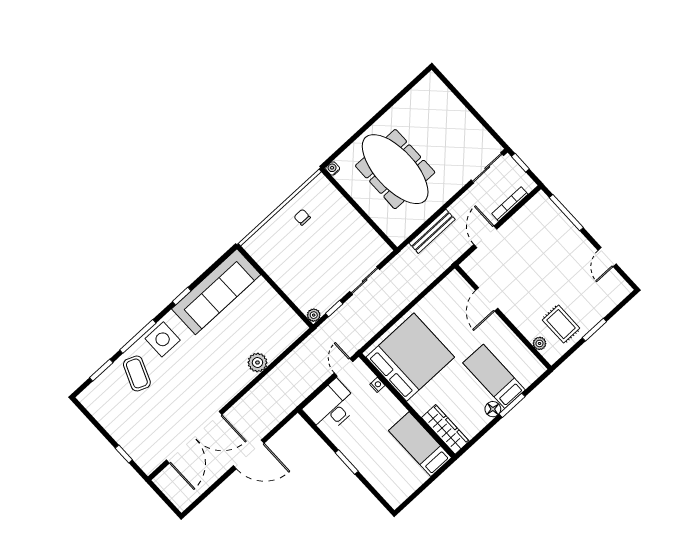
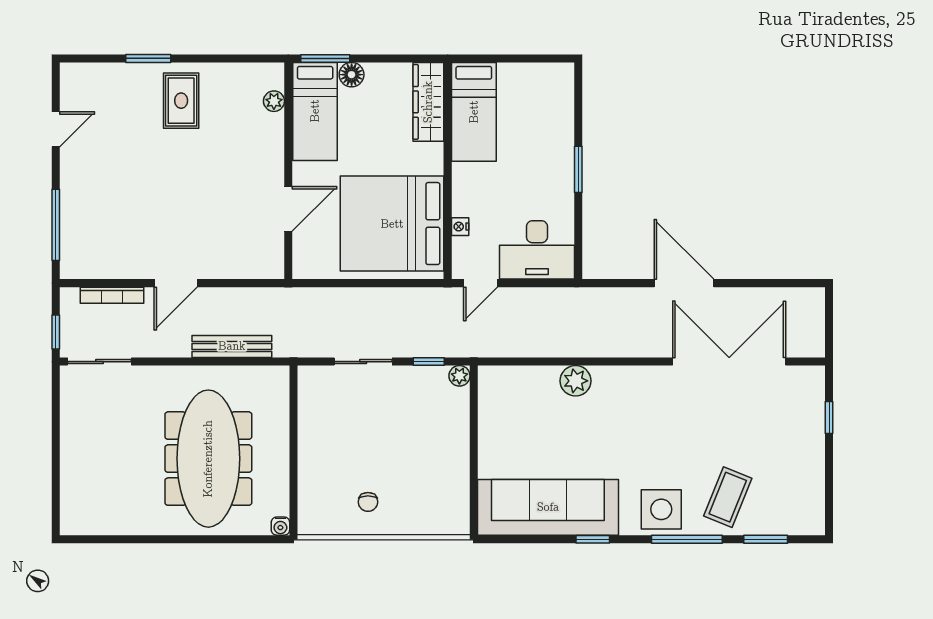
door: (487, 299) -> (288, 209), moved
wall: (503, 317) -> (288, 171), moved
plant: (539, 343) -> (274, 101), moved

